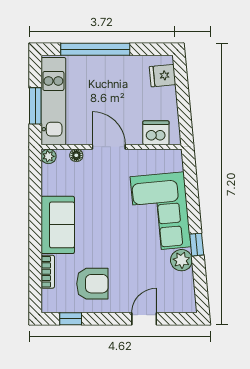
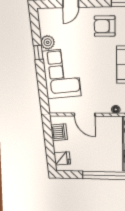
dishwasher: (156, 133) -> (59, 132), moved, turned -95
door: (109, 147) -> (85, 115), moved

